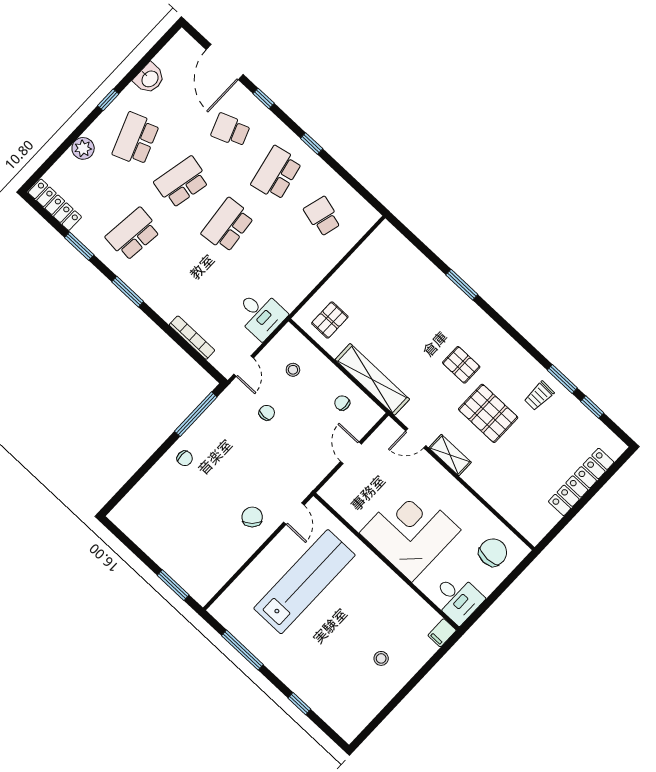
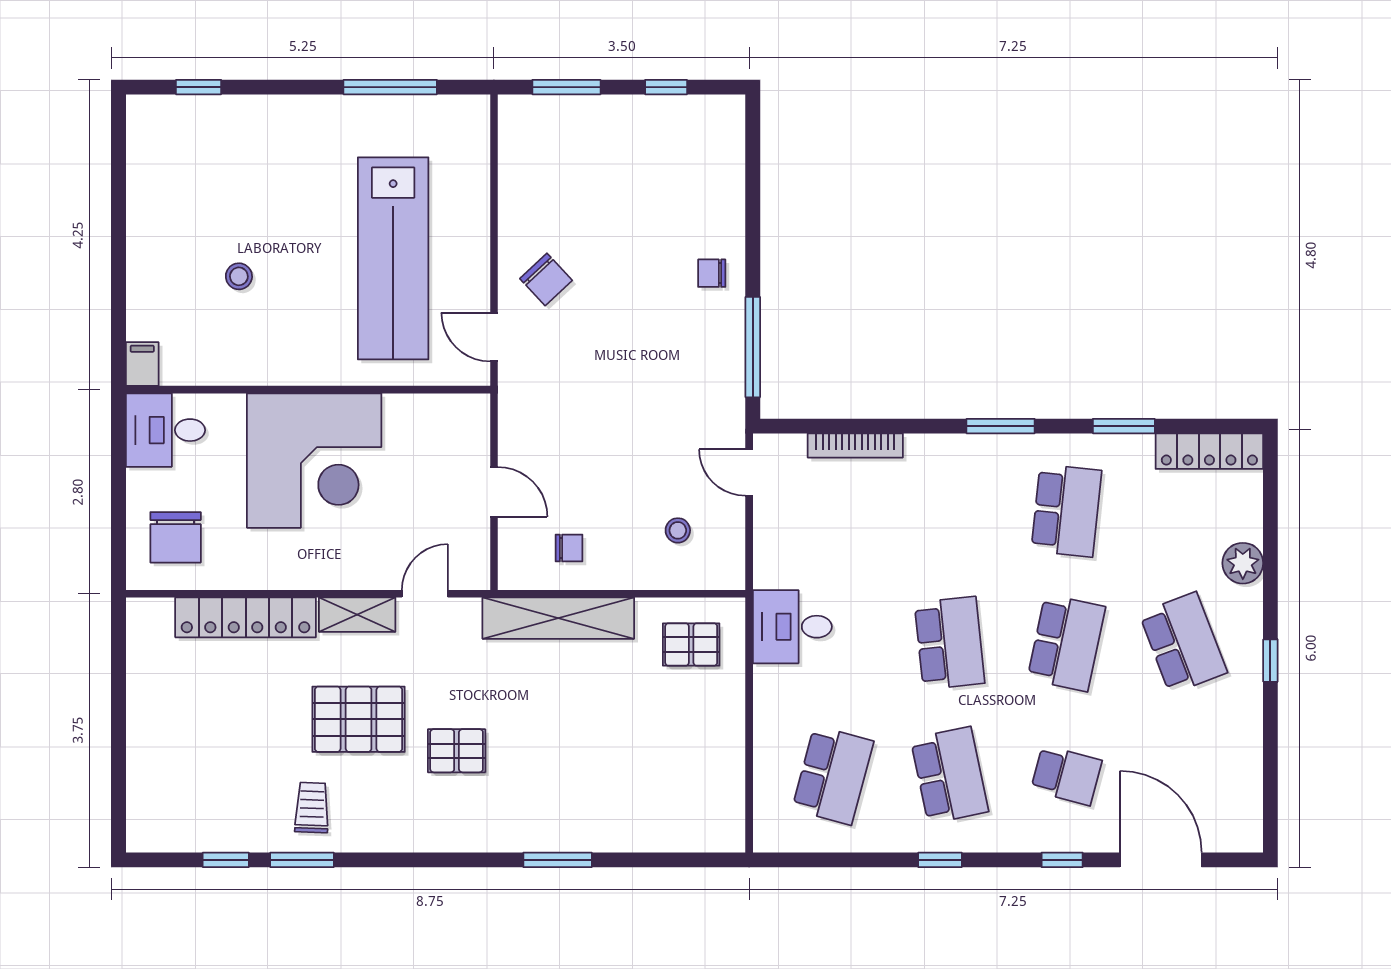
washbasin: (150, 78) -> (1242, 742), removed
school desk: (231, 130) -> (1066, 775), turned 36
school desk: (322, 216) -> (833, 775), width x1.85
desk: (260, 314) -> (792, 627), moved
pallet: (330, 320) -> (691, 644), turned 90
chair: (267, 413) -> (659, 439), removed
locker: (581, 482) -> (246, 617), moved, turned 90
window: (134, 548) -> (666, 87), added
stool: (381, 658) -> (239, 276), moved
window: (299, 704) -> (199, 87), moved

